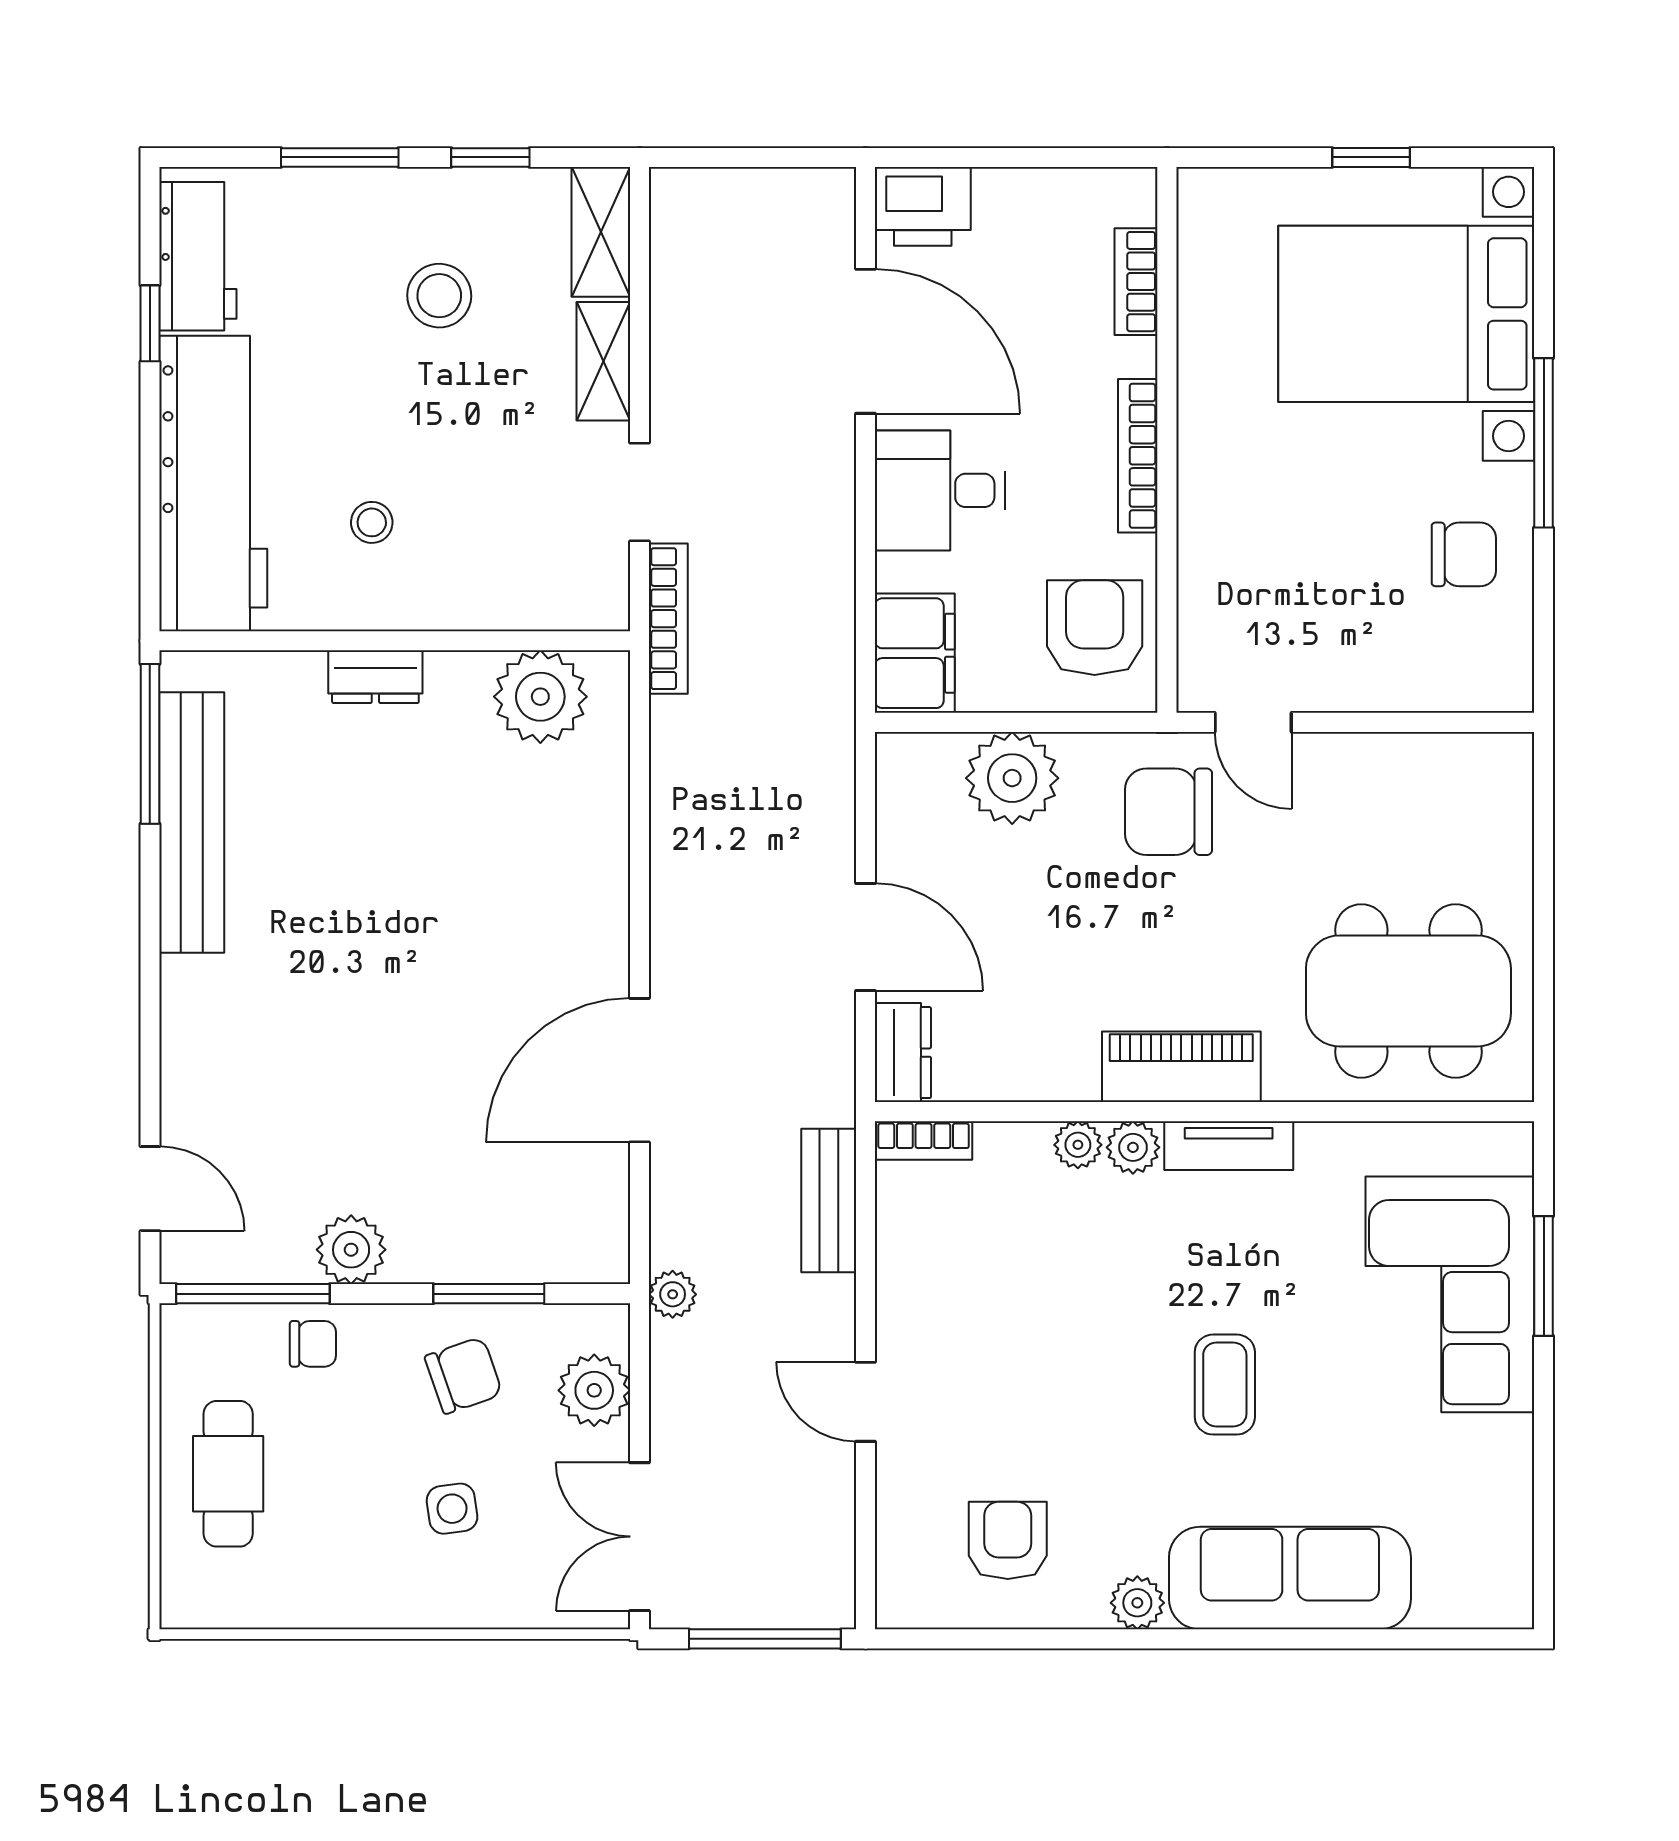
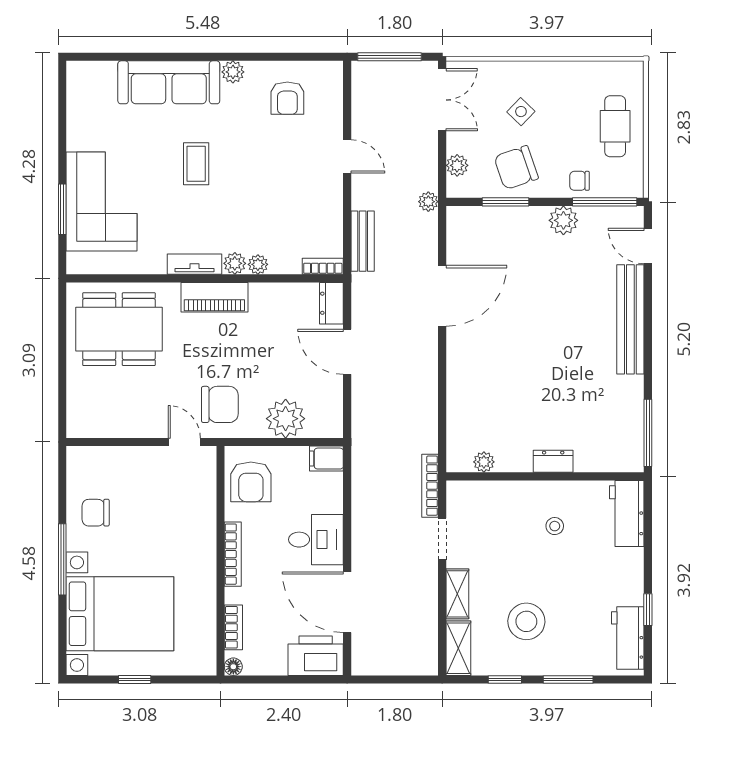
floor lamp: (1136, 188) -> (233, 667), added
printer: (923, 206) -> (316, 656), width x1.37, depth x1.19
stool: (439, 296) -> (526, 621), width x1.38, depth x1.38
workbench: (213, 484) -> (627, 513), width x0.53, depth x0.76
filing cabinet: (915, 653) -> (326, 459), width x0.50
plant: (540, 697) -> (484, 462), width x0.53, depth x0.53
bench: (192, 822) -> (630, 319), moved
chair: (464, 1375) -> (516, 168), width x1.37, depth x1.37
plant: (594, 1390) -> (457, 165), width x0.73, depth x0.73
side table: (452, 1509) -> (521, 112), turned -38

